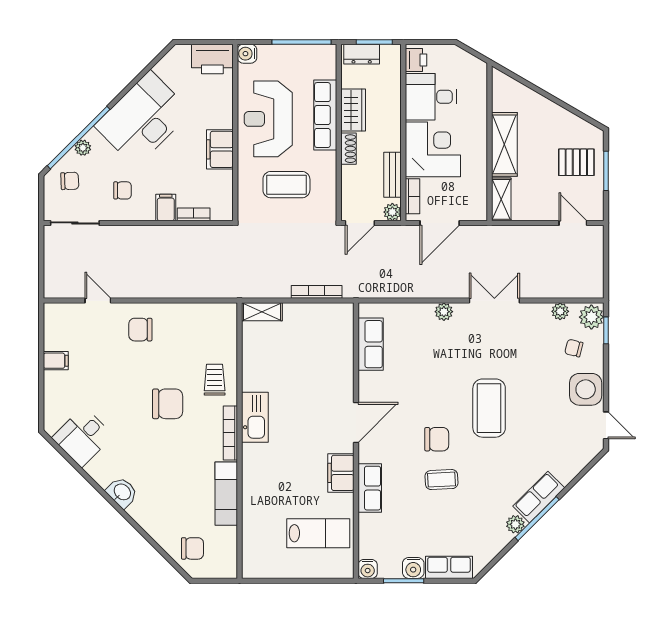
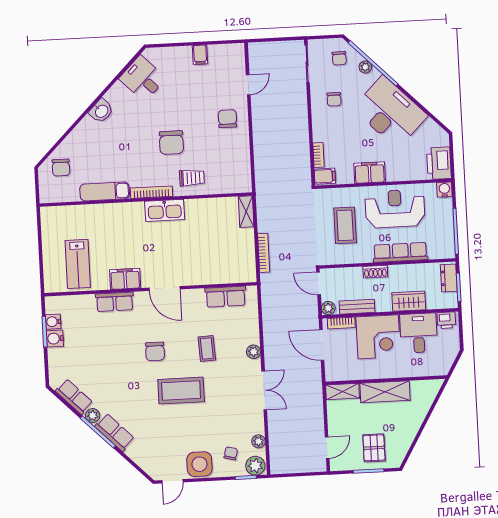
wardrobe: (353, 110) -> (409, 301), moved, turned 180
filing cabinet: (166, 208) -> (325, 176), moved
coffee table: (442, 480) -> (207, 349), moved
row of seats: (449, 567) -> (74, 397), moved, turned -45
water cooler: (368, 569) -> (53, 322), moved

